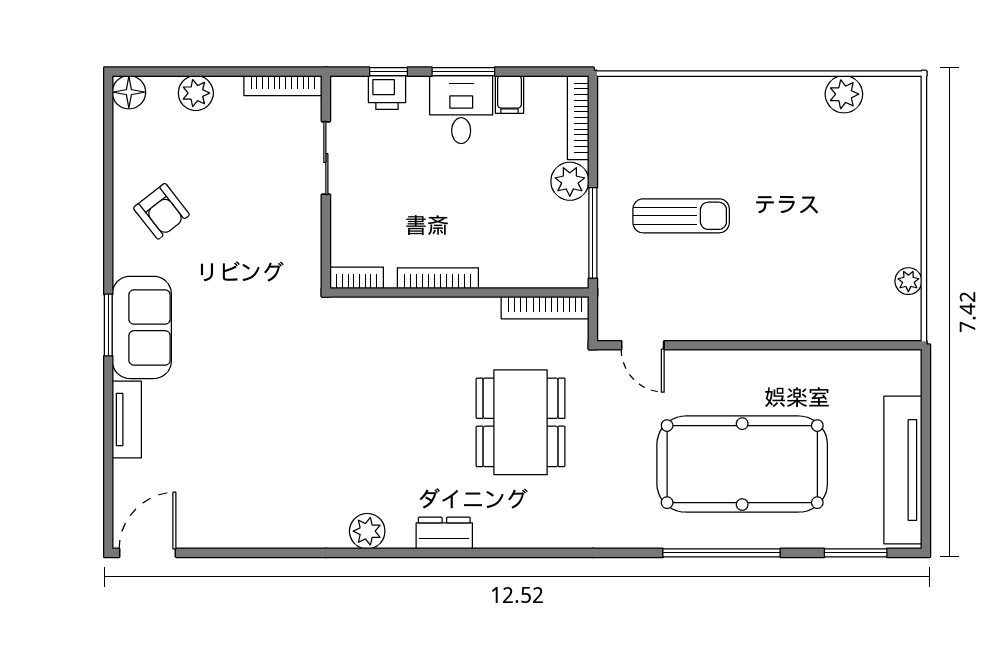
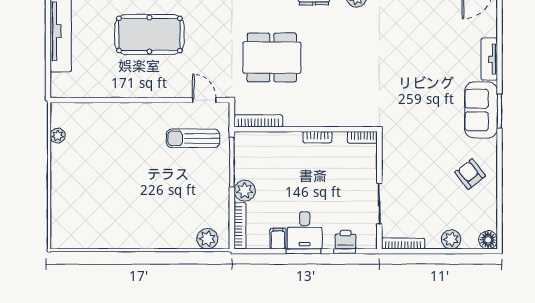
plant: (844, 94) -> (207, 239), moved
sun lounger: (681, 216) -> (193, 138), moved
bookcase: (438, 278) -> (317, 137), width x0.64
dining table: (521, 422) -> (272, 58), turned 90
pool table: (742, 464) -> (149, 34), width x0.73, depth x0.76

